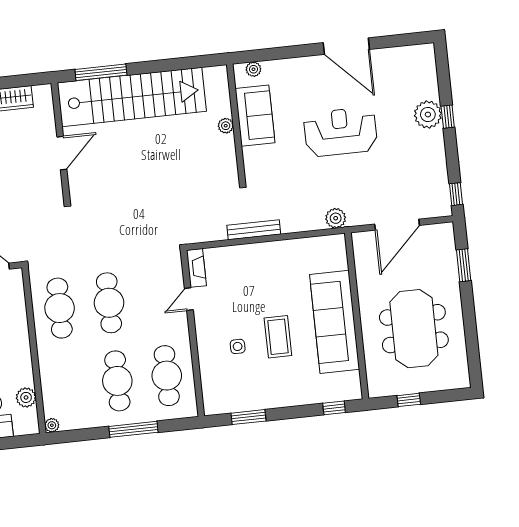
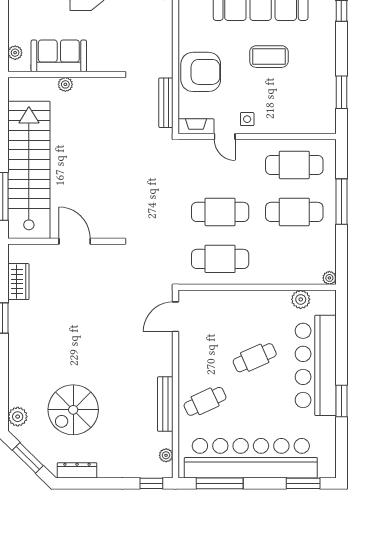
bench: (254, 230) -> (166, 103), moved
armchair: (254, 267) -> (201, 72), added
side table: (238, 346) -> (247, 119), moved

